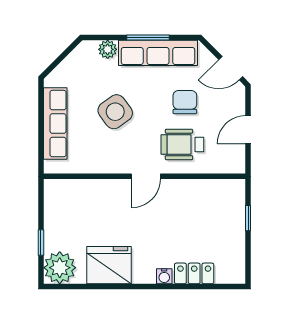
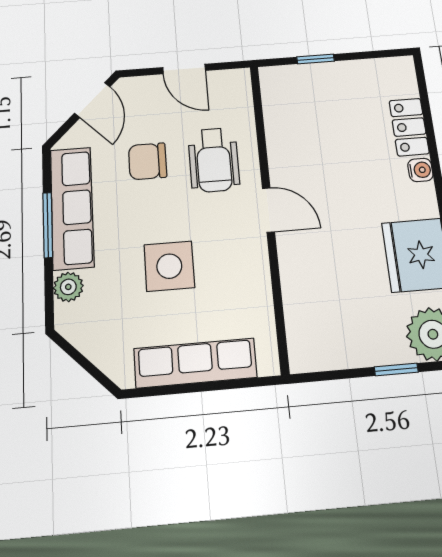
side table: (115, 112) -> (169, 266), turned 36

